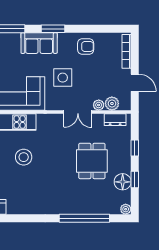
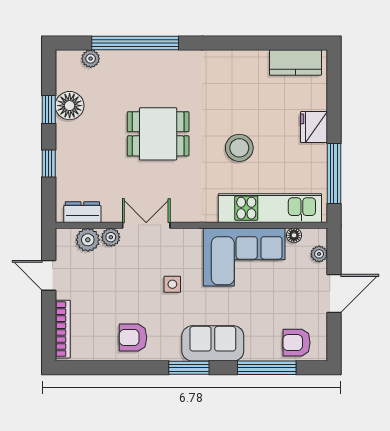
side table: (63, 78) -> (172, 284), width x0.54, depth x0.54
dining table: (92, 161) -> (158, 134), moved, turned 90
plant: (126, 209) -> (91, 59), moved

